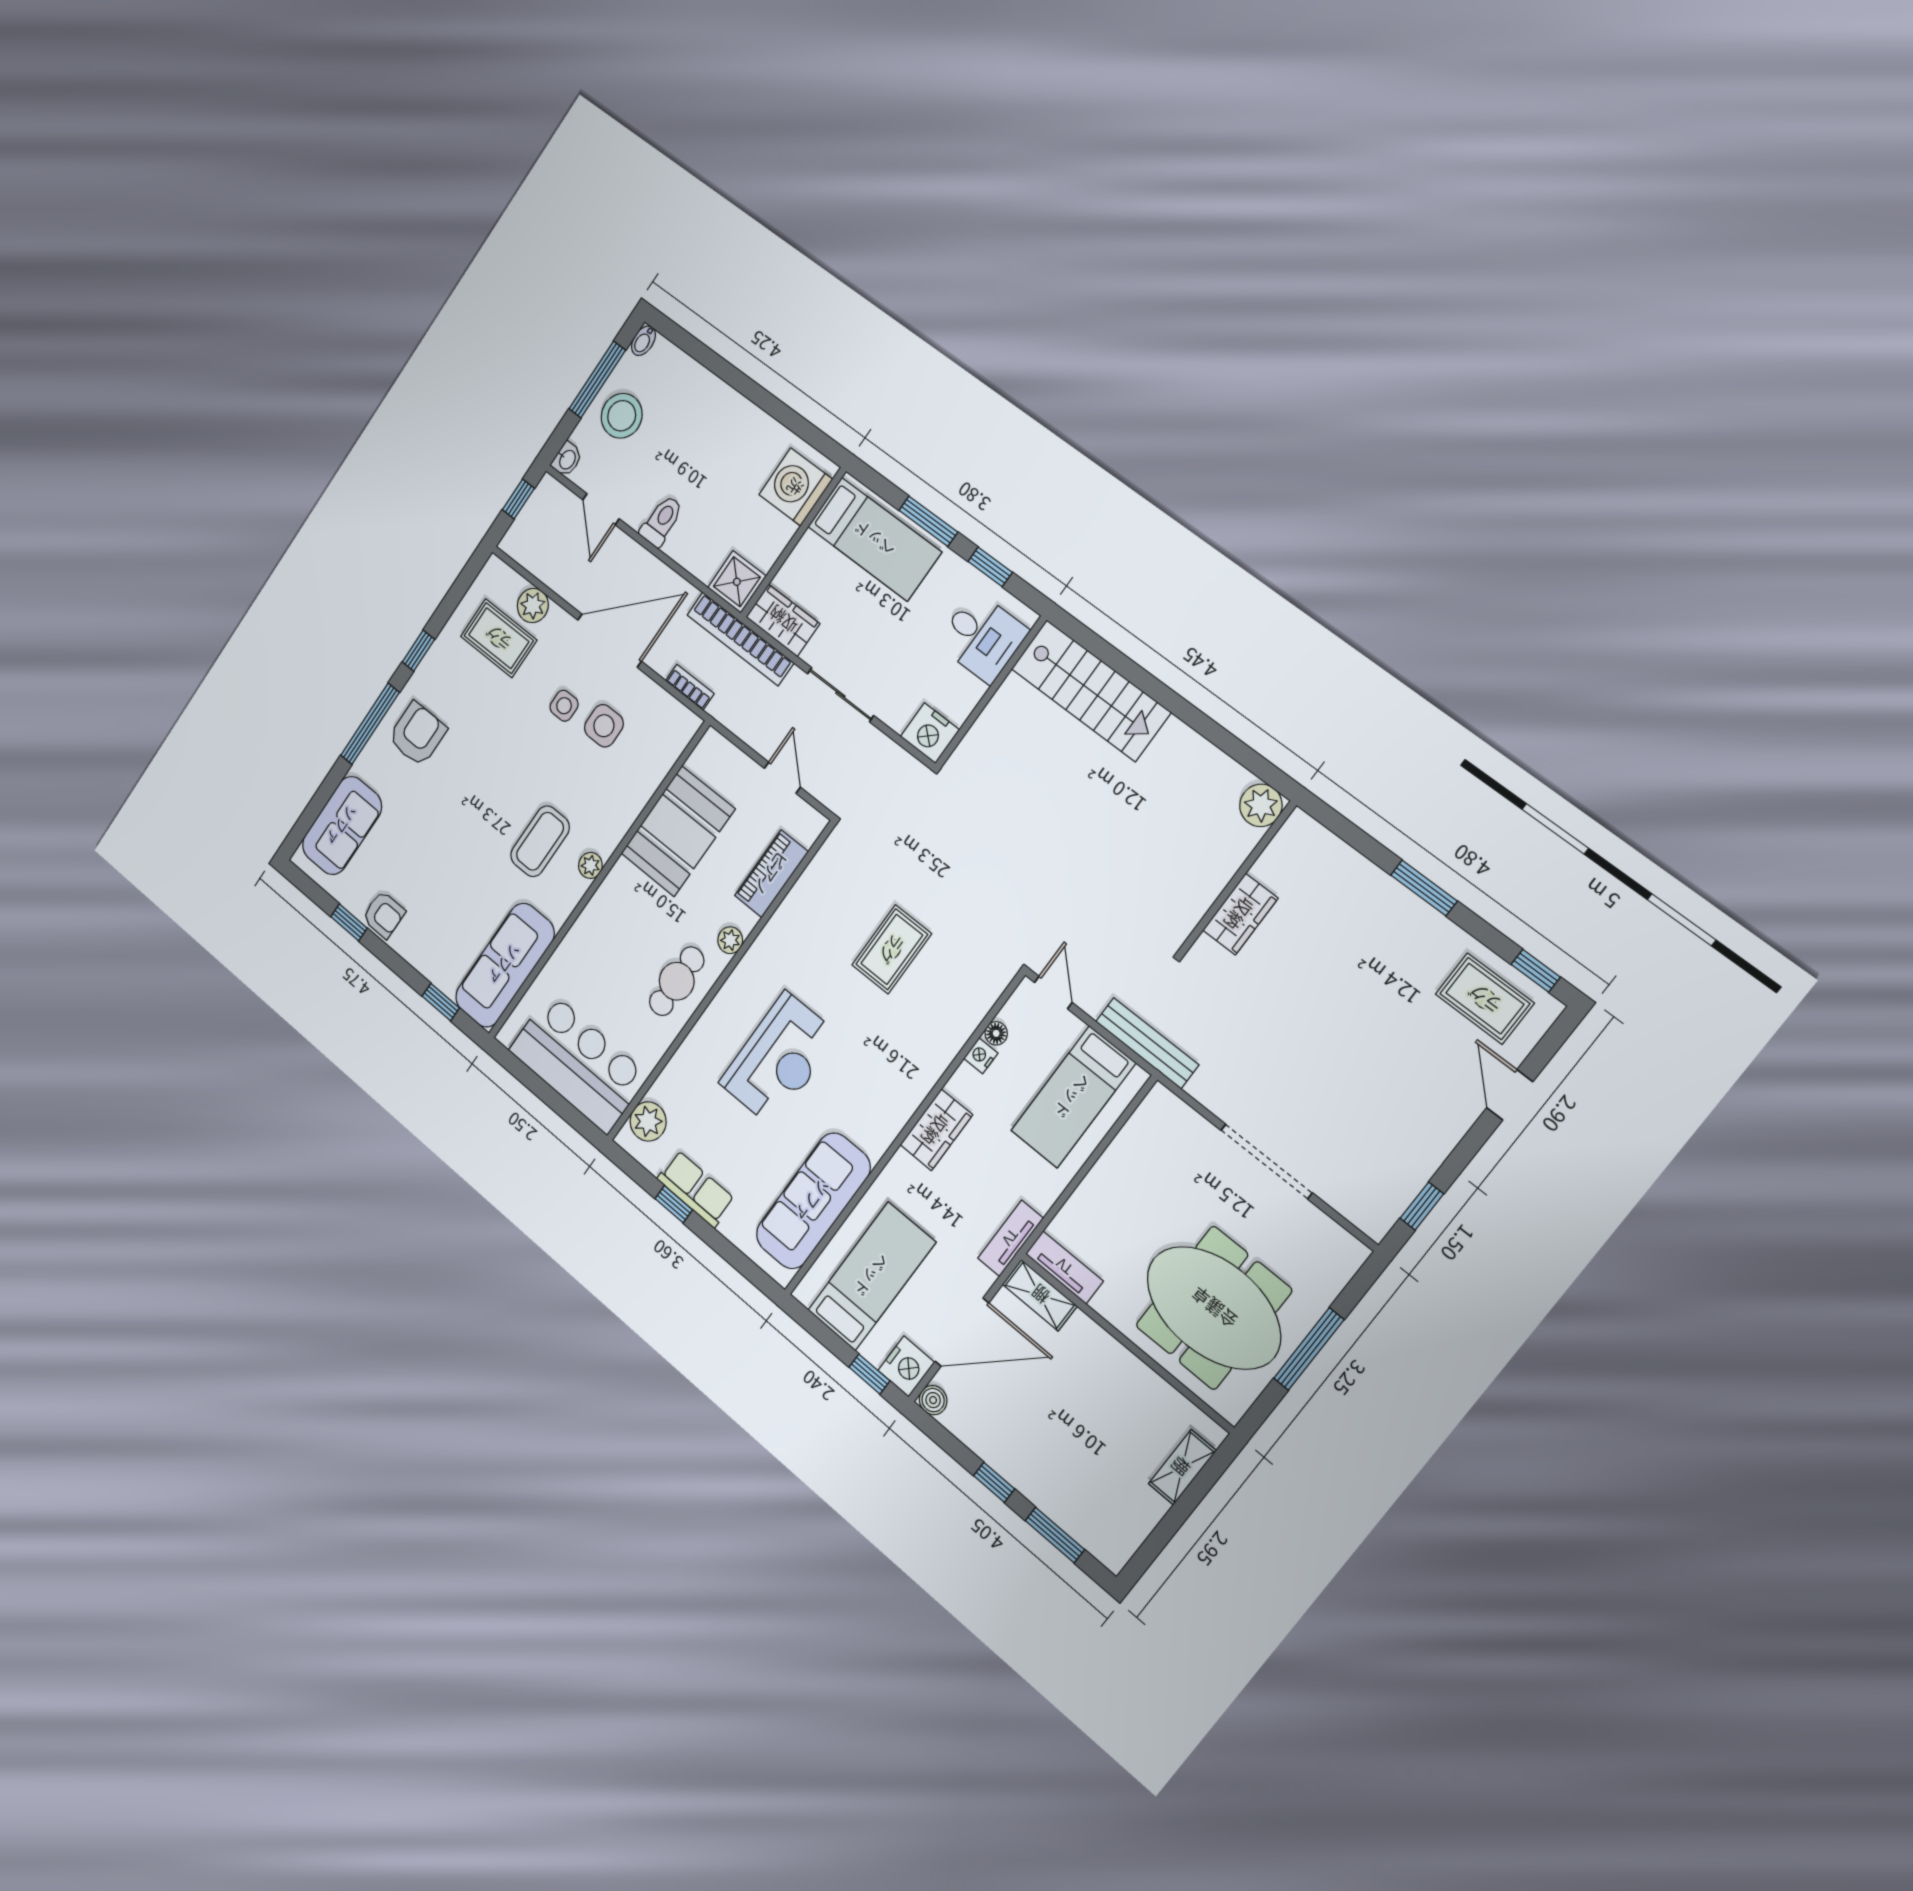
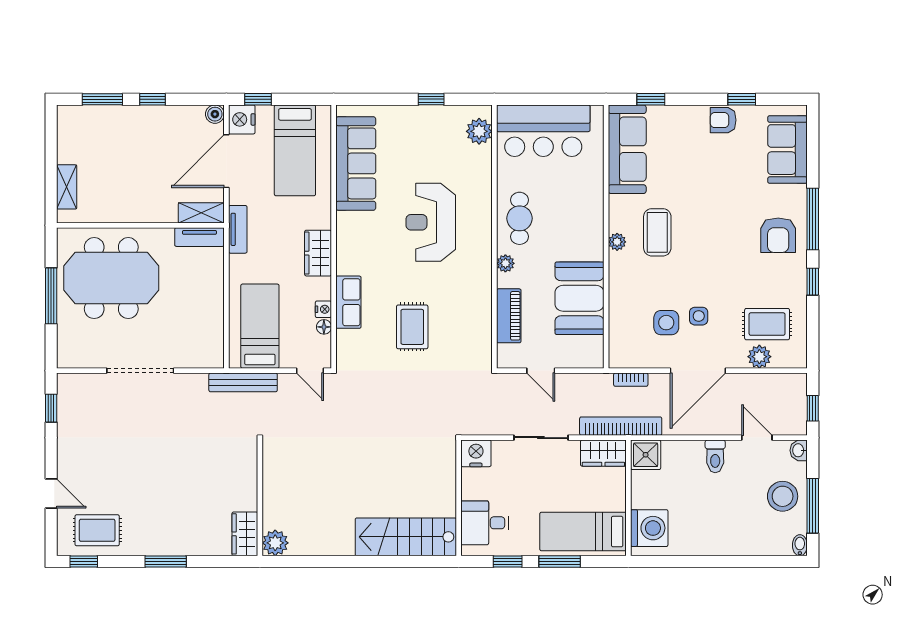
wardrobe: (1240, 914) -> (245, 534), moved
row of seats: (696, 1189) -> (348, 302), moved, turned -90

